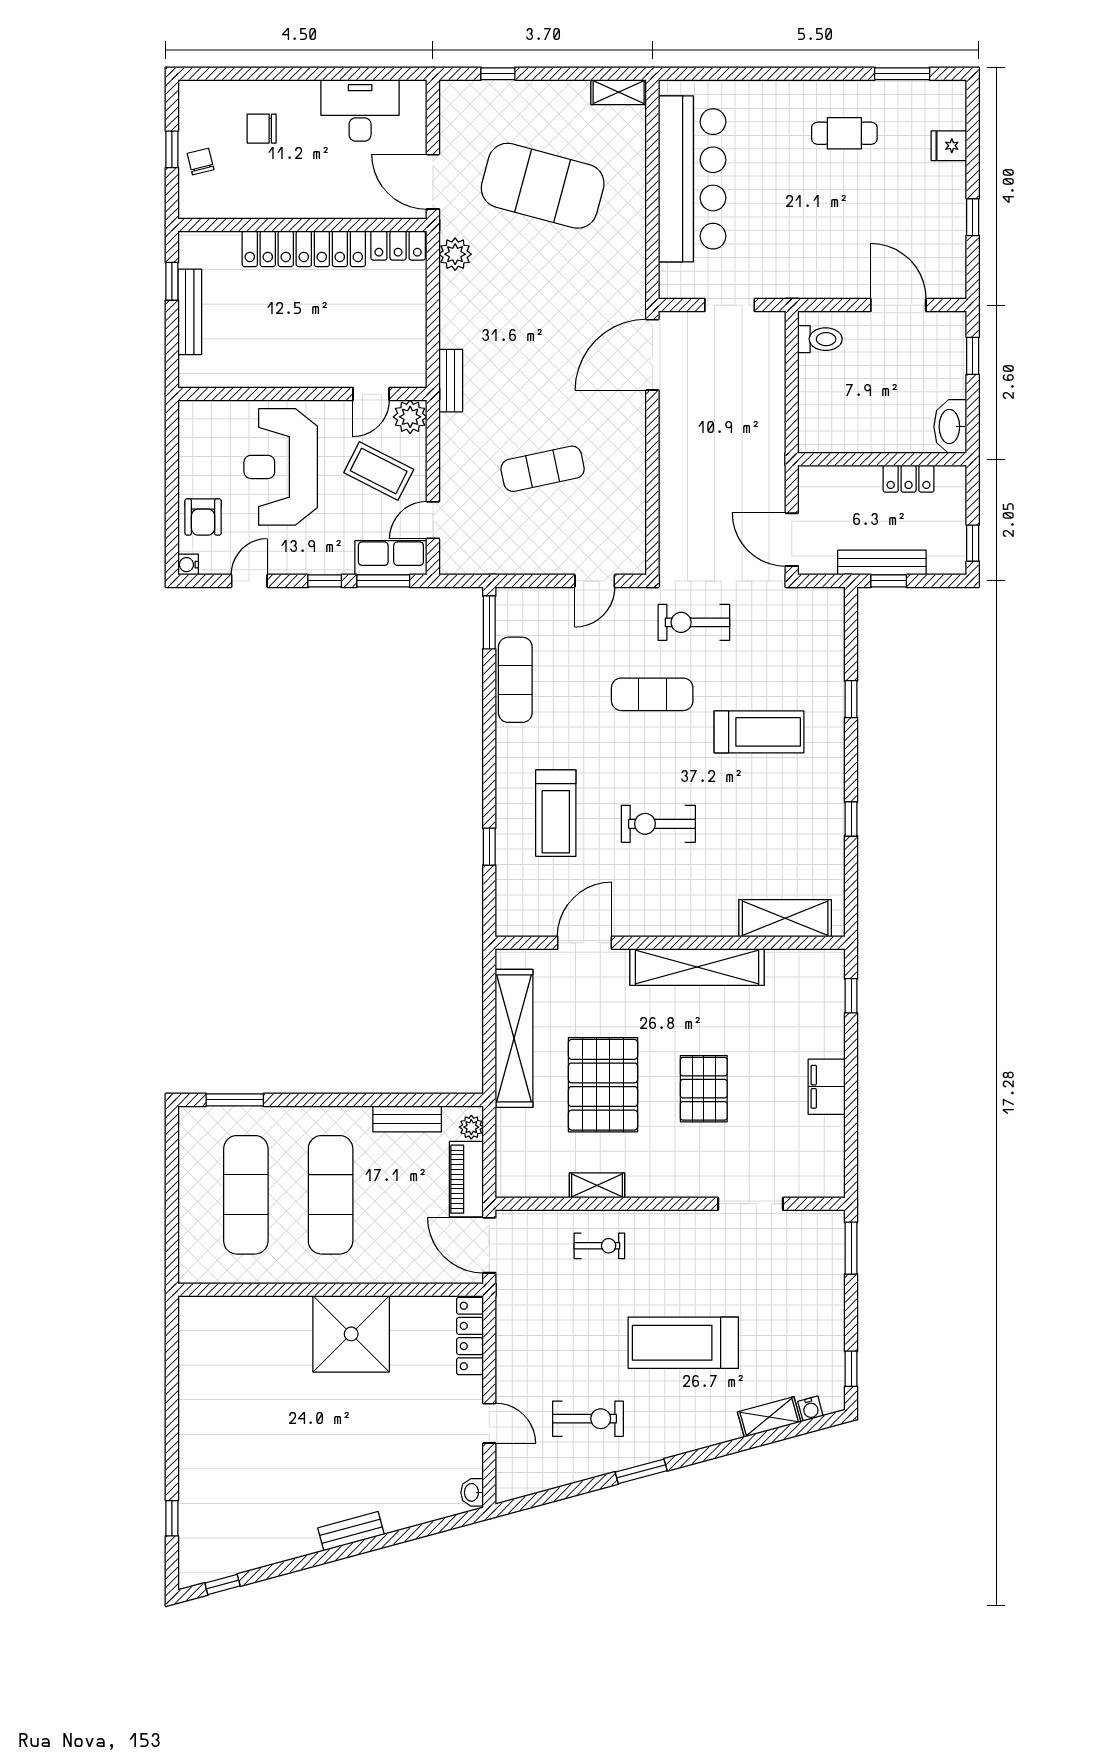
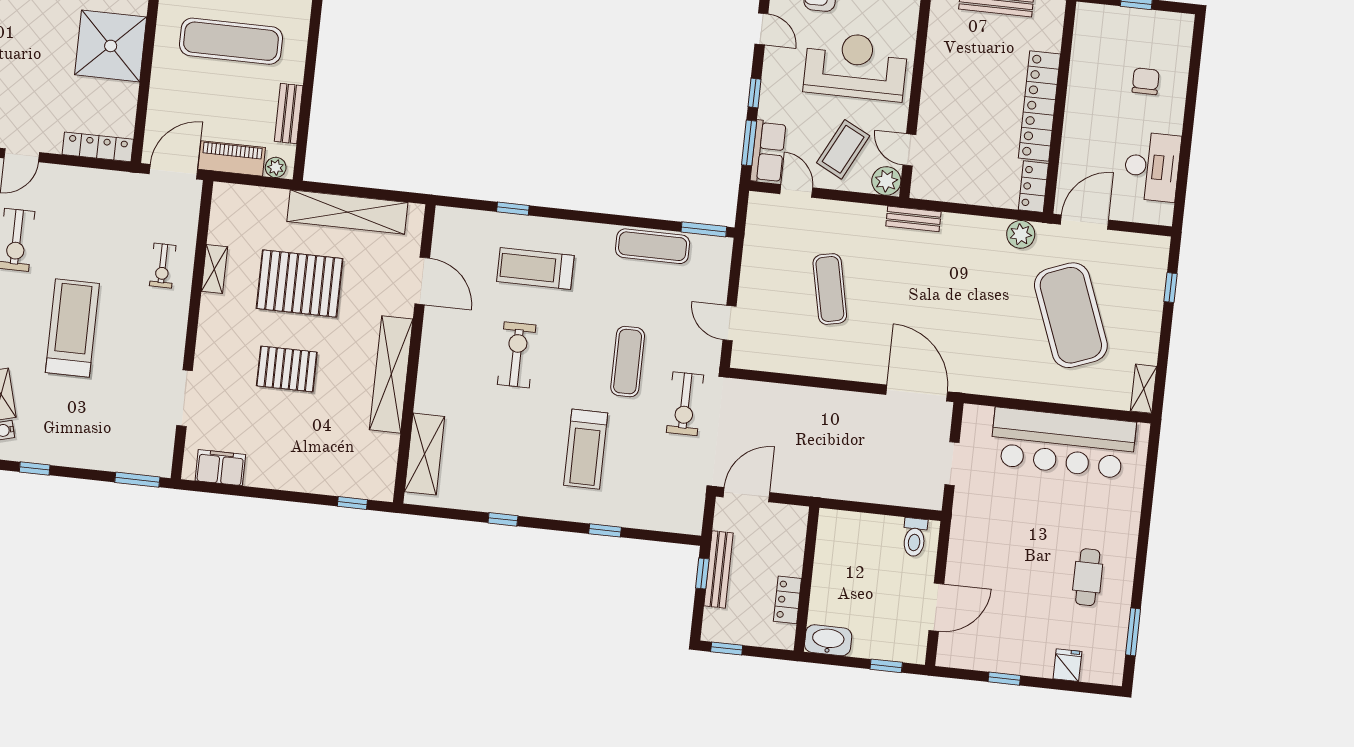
chair: (201, 162) -> (1123, 26), removed
exercise mat: (543, 186) -> (1071, 315), turned -36
exercise bike: (694, 622) -> (685, 404), turned 180
filing cabinet: (827, 1087) -> (220, 468), moved

